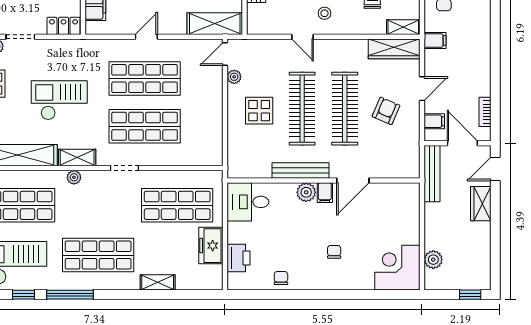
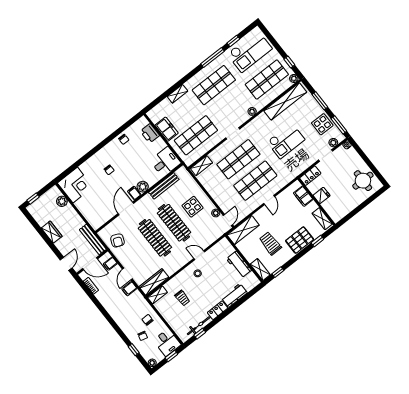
filing cabinet: (435, 40) -> (129, 289), moved
armchair: (386, 111) -> (117, 240), moved
shelving: (77, 158) -> (201, 166), moved
bench: (301, 170) -> (164, 186), moved
wardrobe: (481, 204) -> (52, 232), moved

